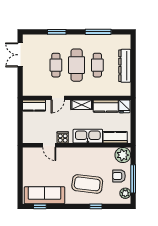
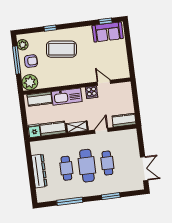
sofa: (44, 195) -> (108, 32), width x0.73

